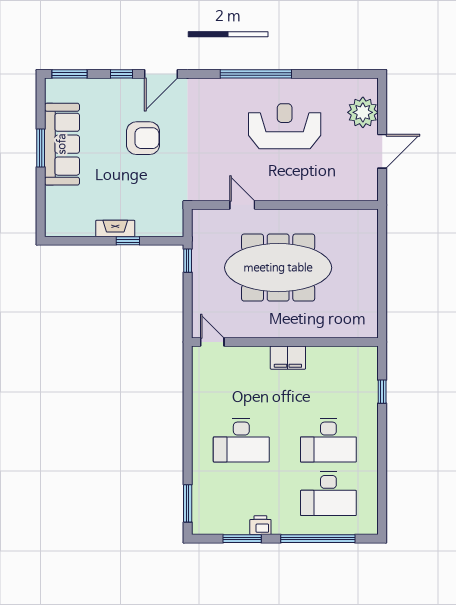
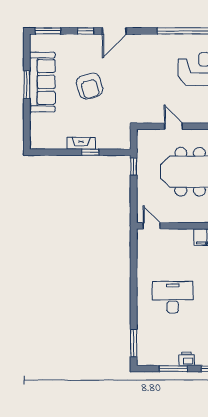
armchair: (143, 138) -> (89, 86), moved, turned 74
desk: (241, 440) -> (173, 297), turned 180

